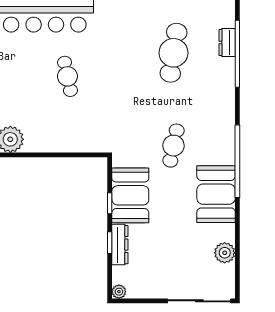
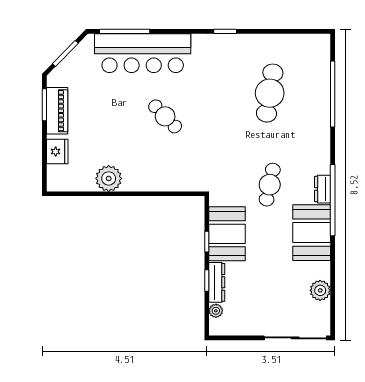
dresser: (227, 43) -> (323, 189), moved
cafe table: (67, 76) -> (165, 116), turned -32
plant: (119, 292) -> (216, 311), moved

